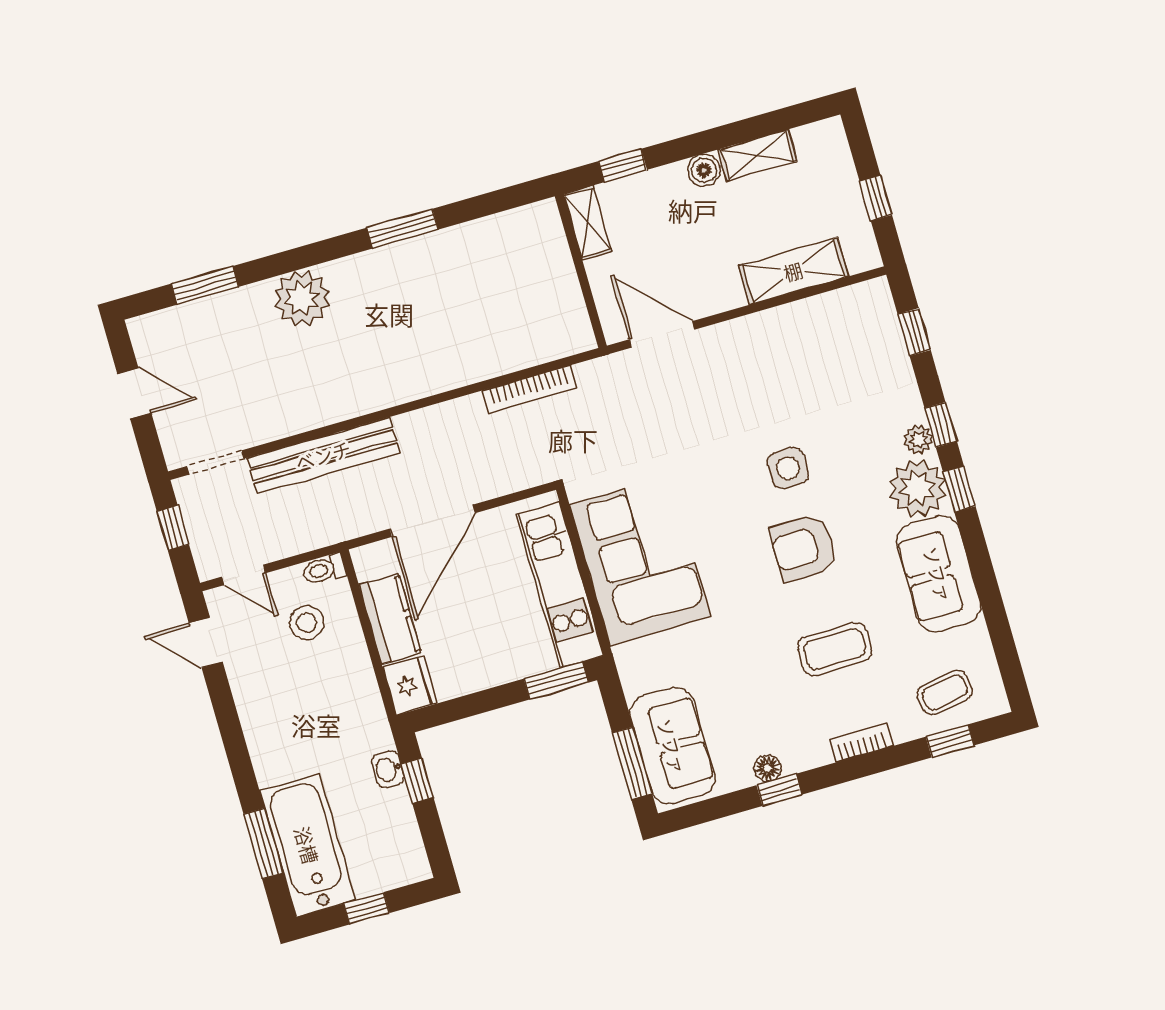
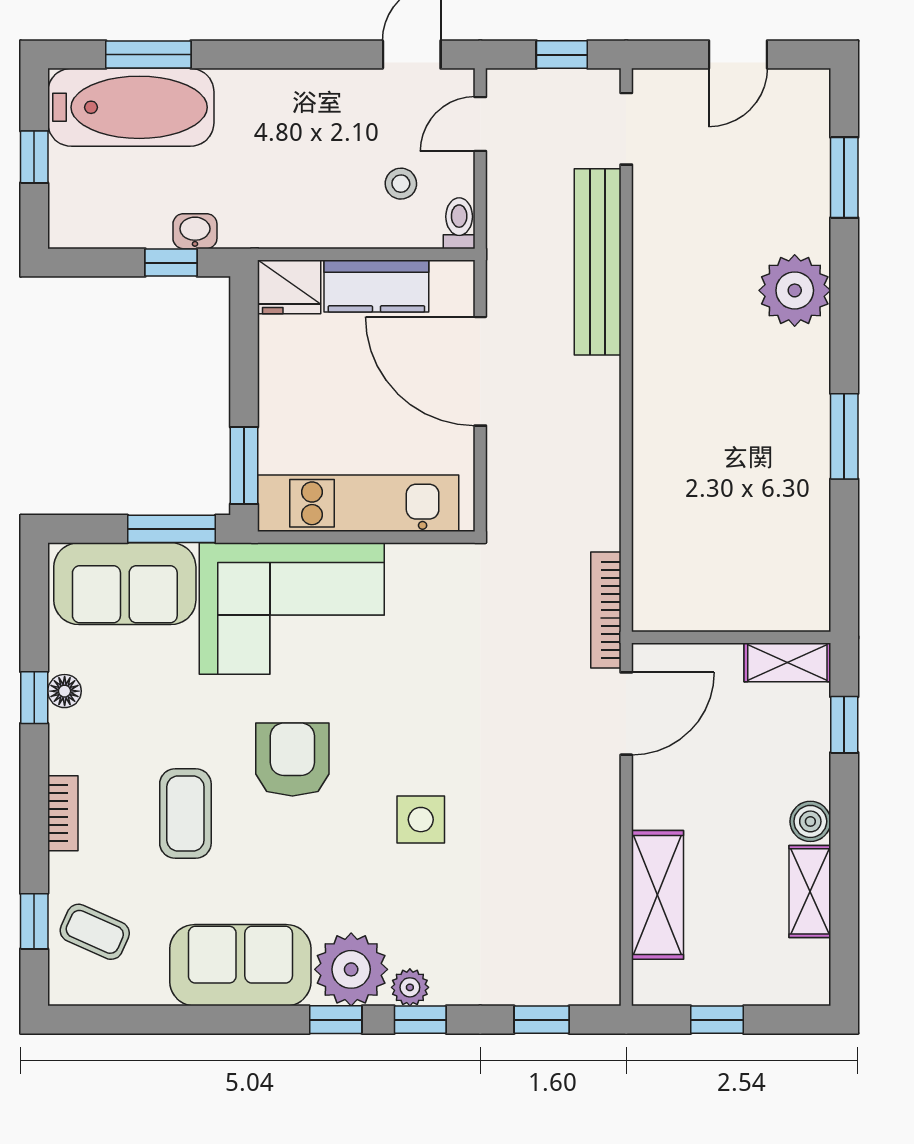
bookcase: (530, 389) -> (606, 610), moved
armchair: (804, 548) -> (292, 759), moved
corner sofa: (640, 561) -> (292, 608), moved
stool: (307, 622) -> (401, 184), width x0.73, depth x0.73
coffee table: (945, 692) -> (95, 932), turned -56
window: (632, 763) -> (171, 529), moved

